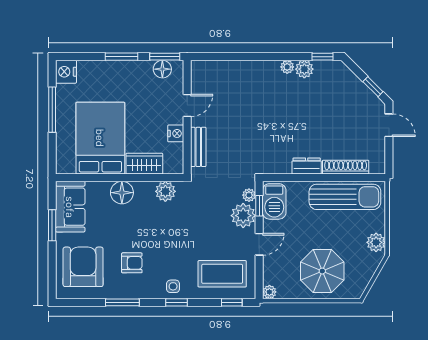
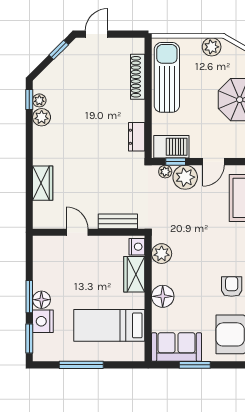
window: (165, 57) -> (29, 338), moved
plant: (287, 67) -> (39, 100), moved
floor lamp: (162, 69) -> (41, 300), moved
wardrobe: (237, 70) -> (43, 183), added
nightstand: (66, 72) -> (43, 321), moved, turned 90
nightstand: (176, 133) -> (137, 247), moved, turned 90
bed: (100, 138) -> (109, 325), width x0.67
dresser: (307, 166) -> (137, 137), moved
door: (259, 244) -> (213, 162), swing flipped

